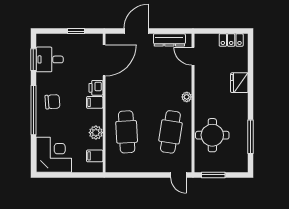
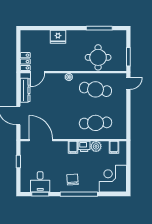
locker: (231, 40) -> (25, 62), moved
printer: (96, 88) -> (84, 146), moved

